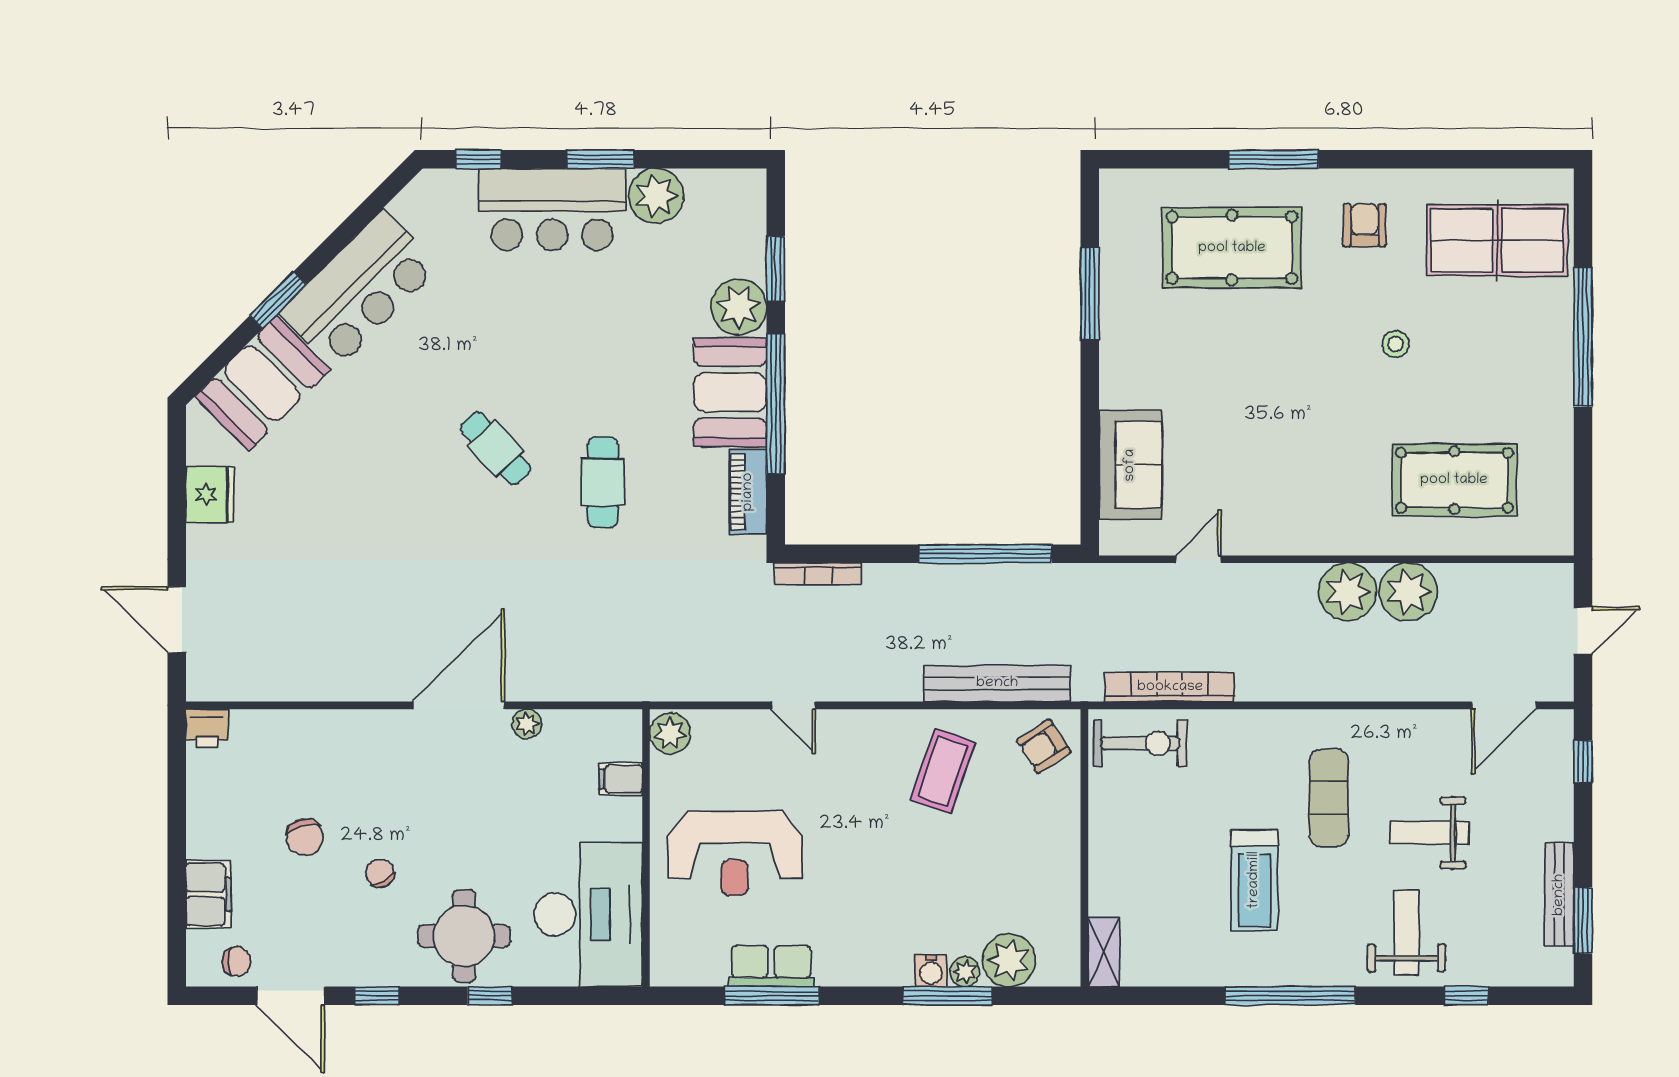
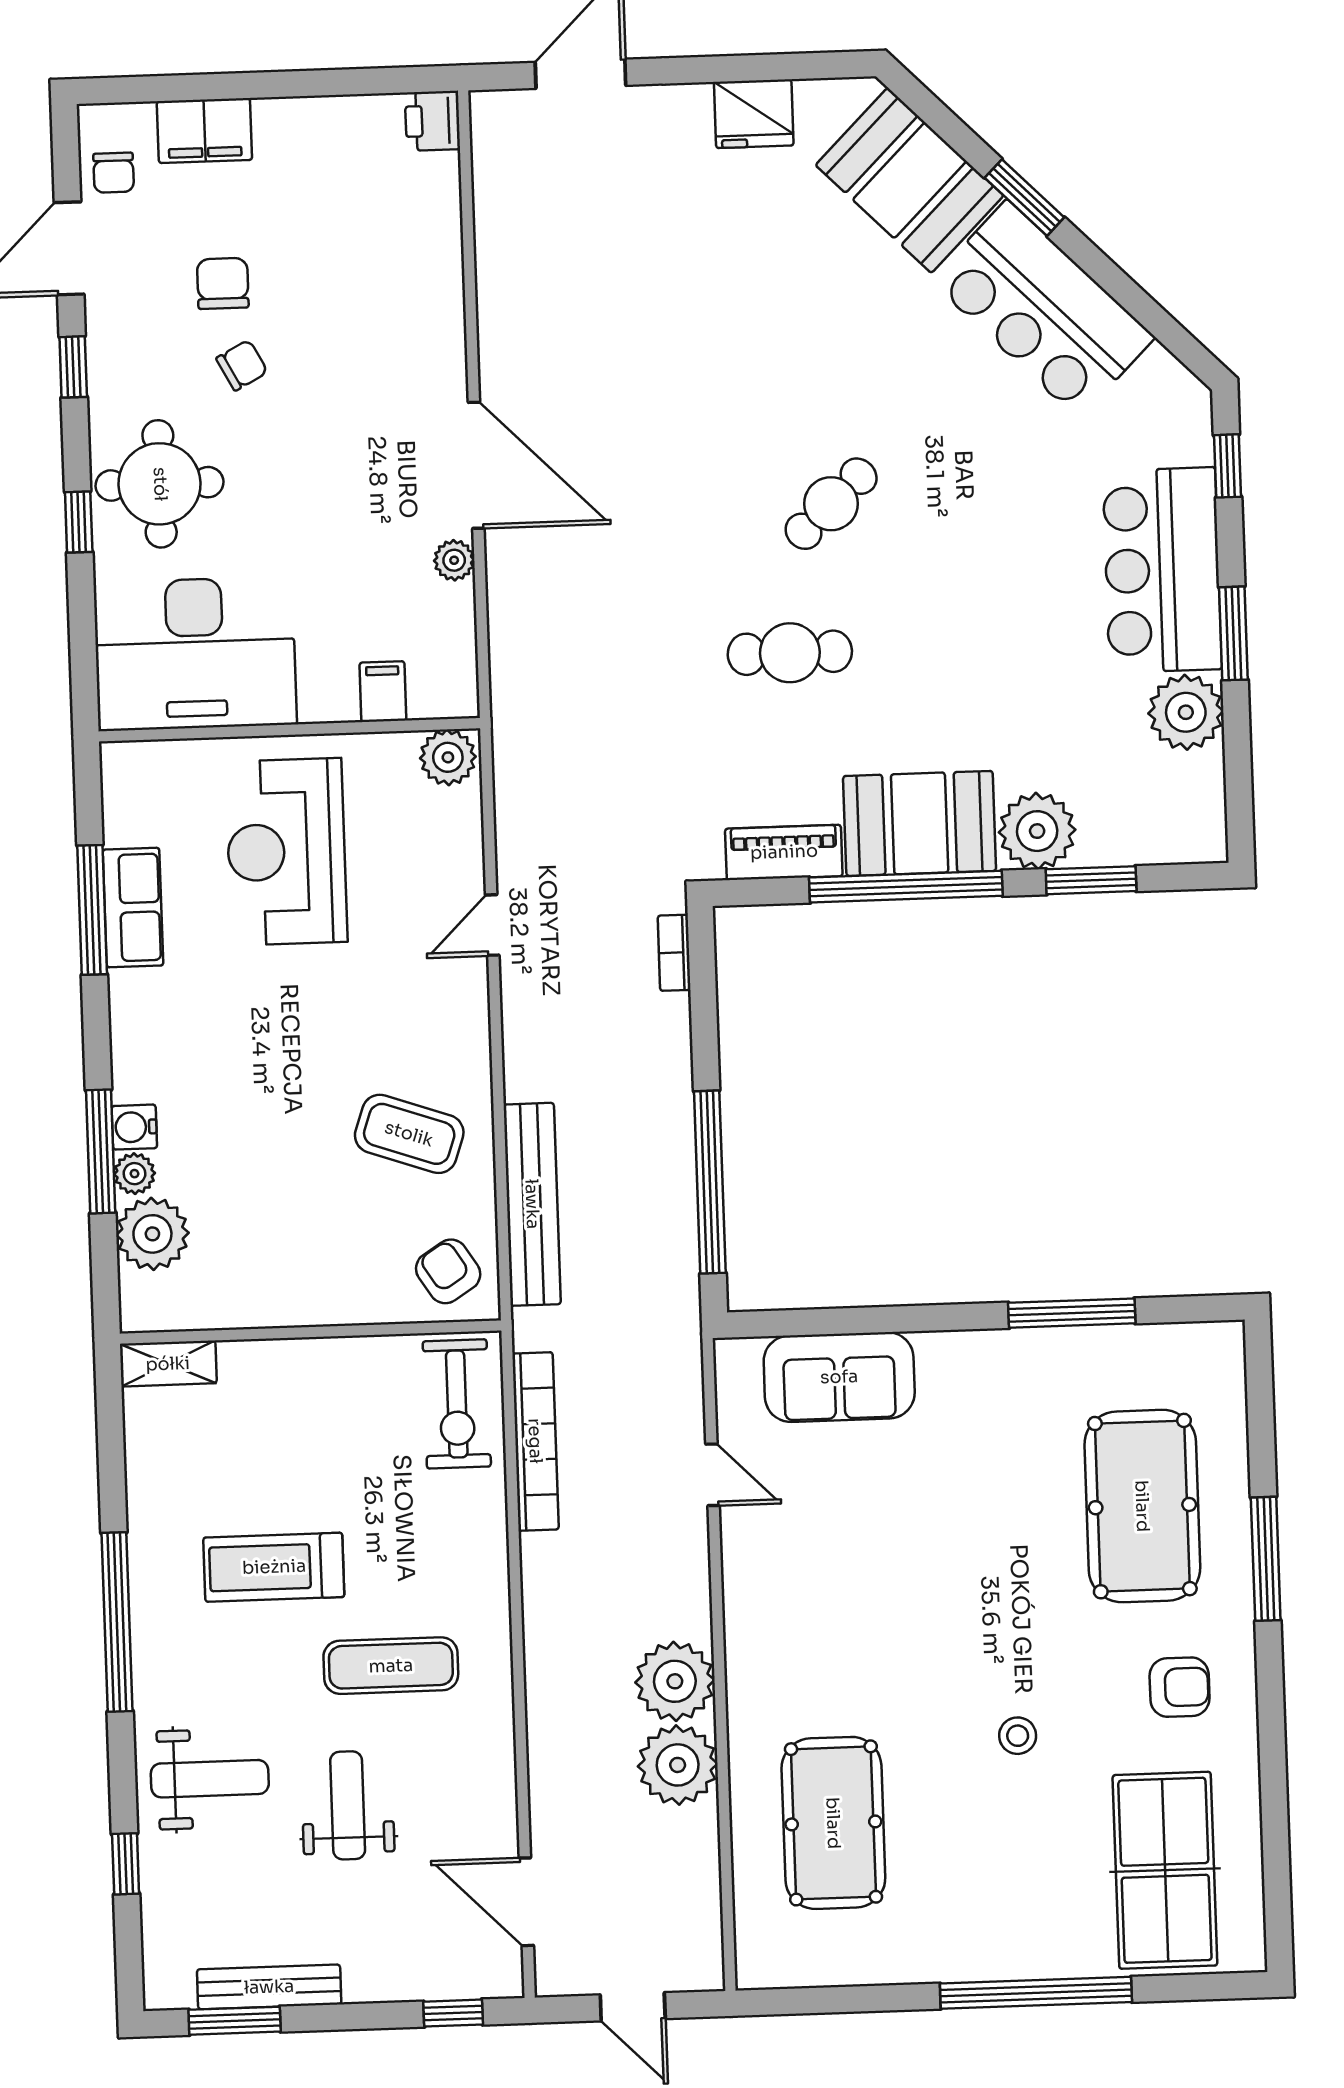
bookcase: (818, 574) -> (674, 953), width x0.64
chair: (305, 837) -> (223, 283), moved, turned 107

